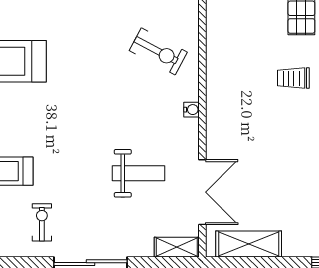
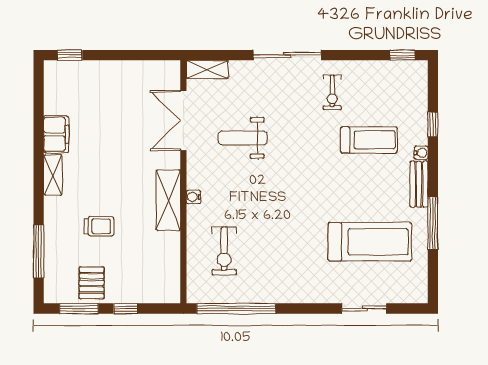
exercise bike: (158, 51) -> (224, 251), turned -118
shelving: (249, 244) -> (168, 200), moved, turned 90

